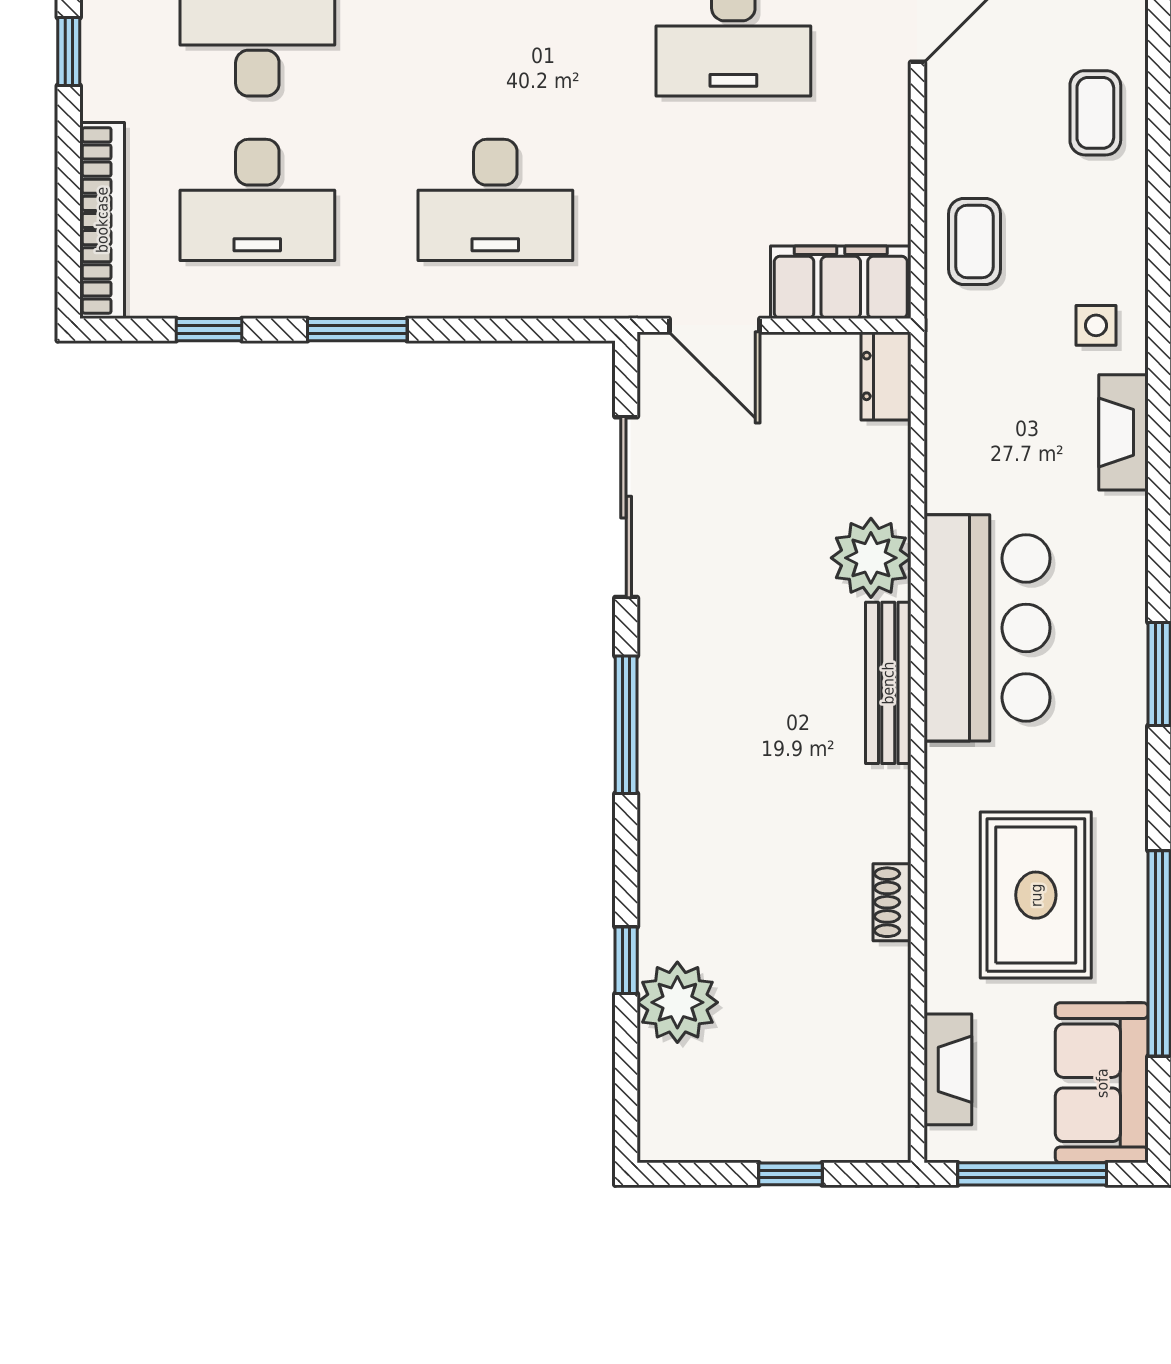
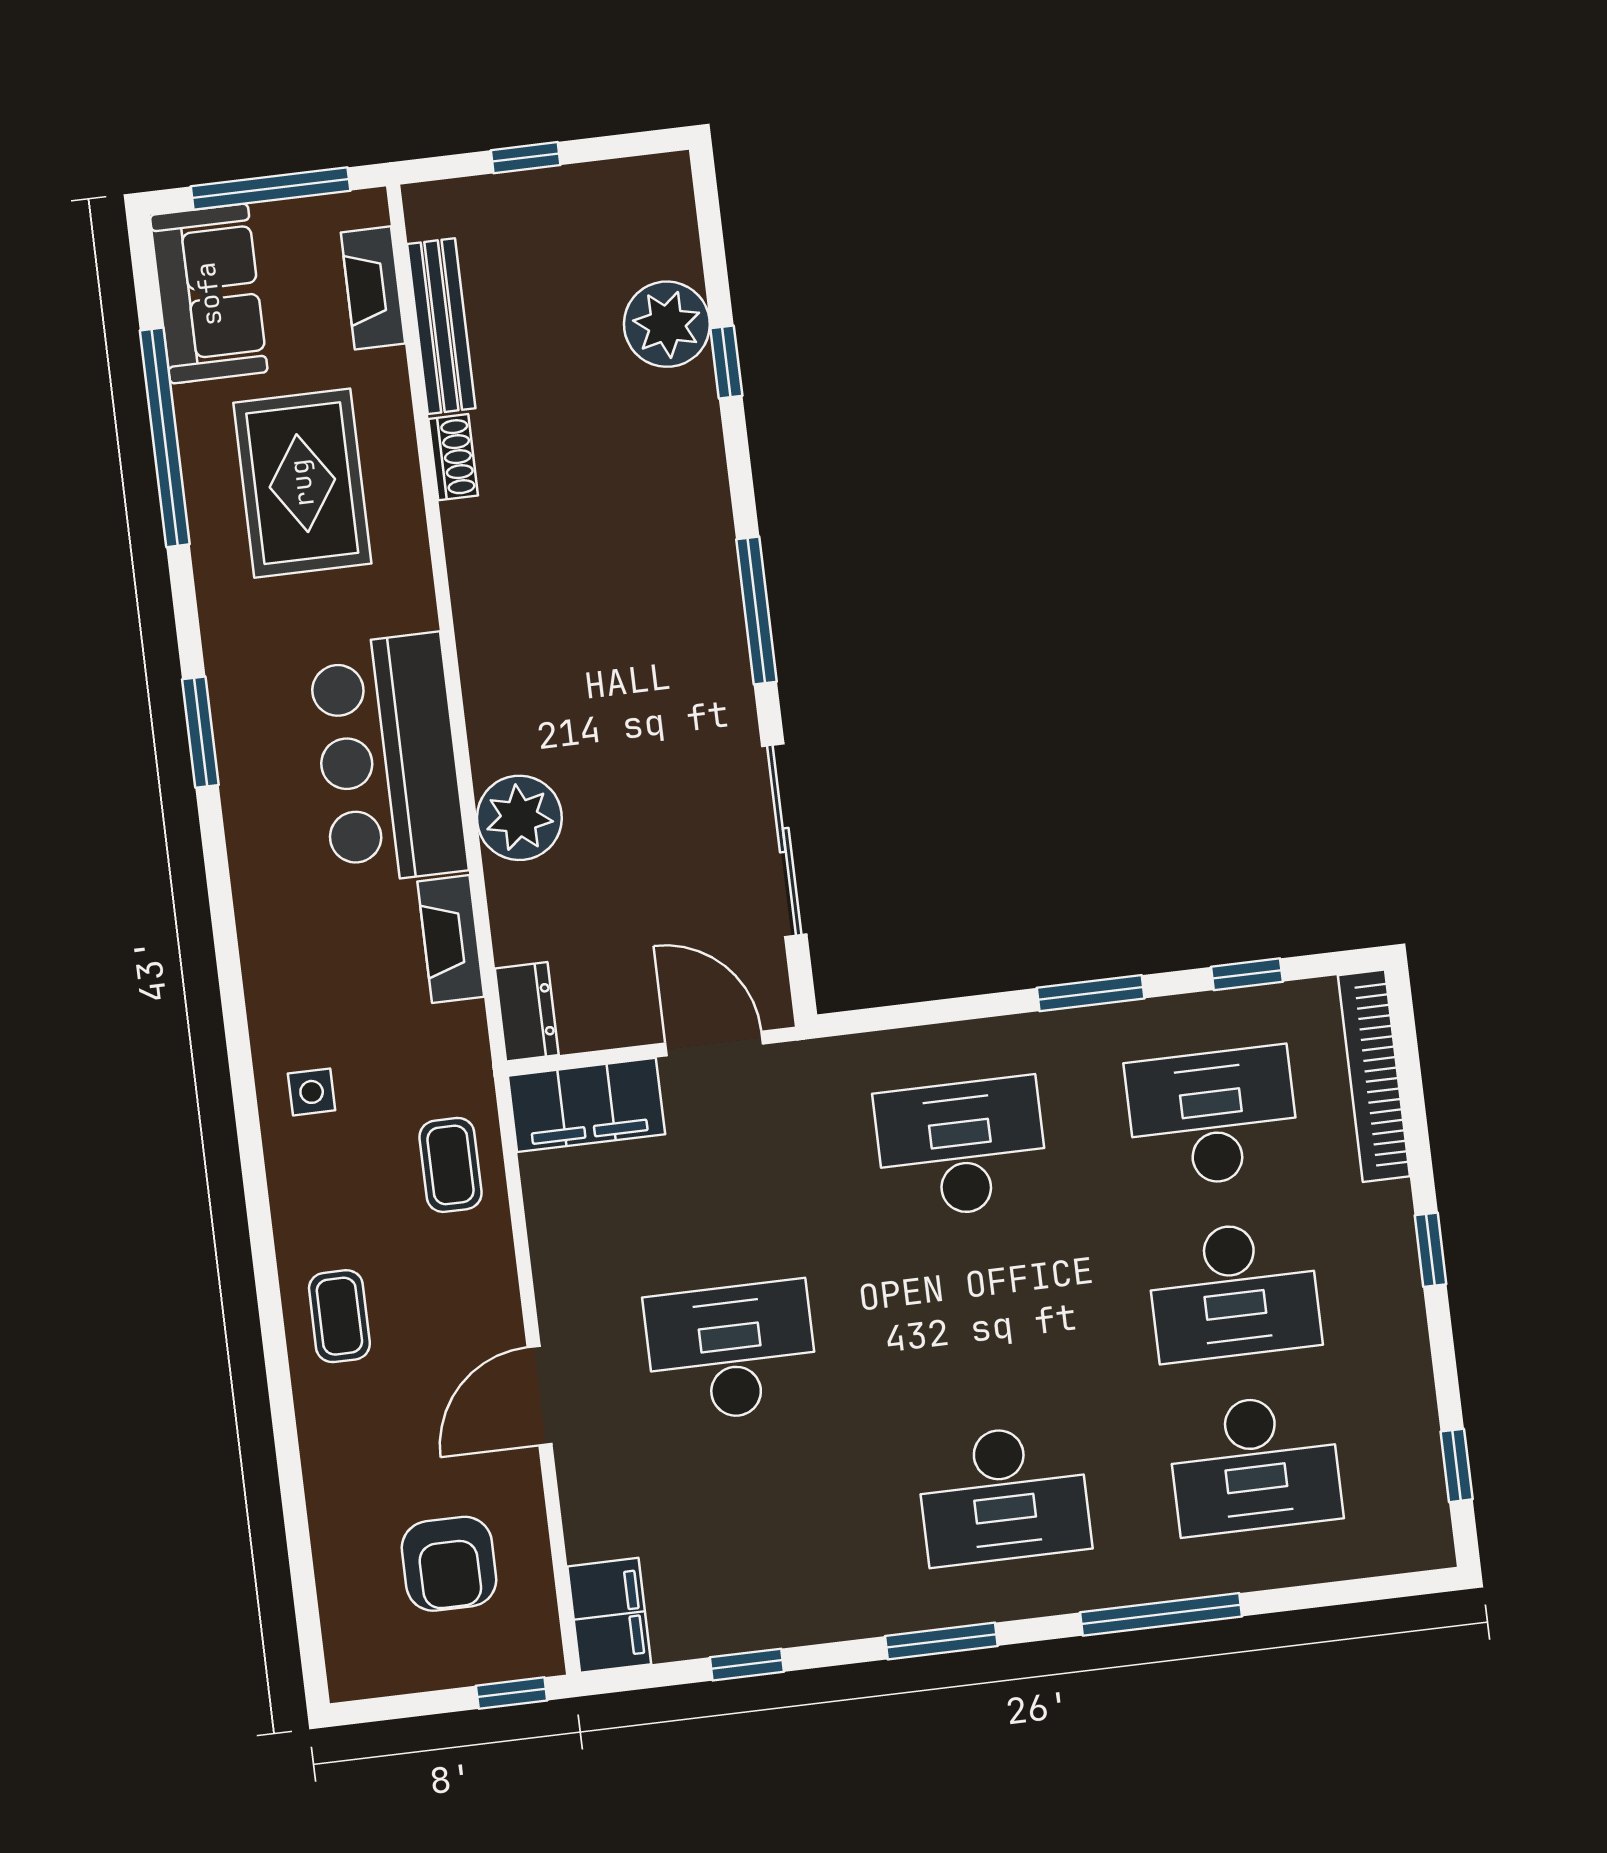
fireplace: (1123, 432) -> (451, 939), moved, turned 180
bench: (888, 683) -> (441, 326), moved

